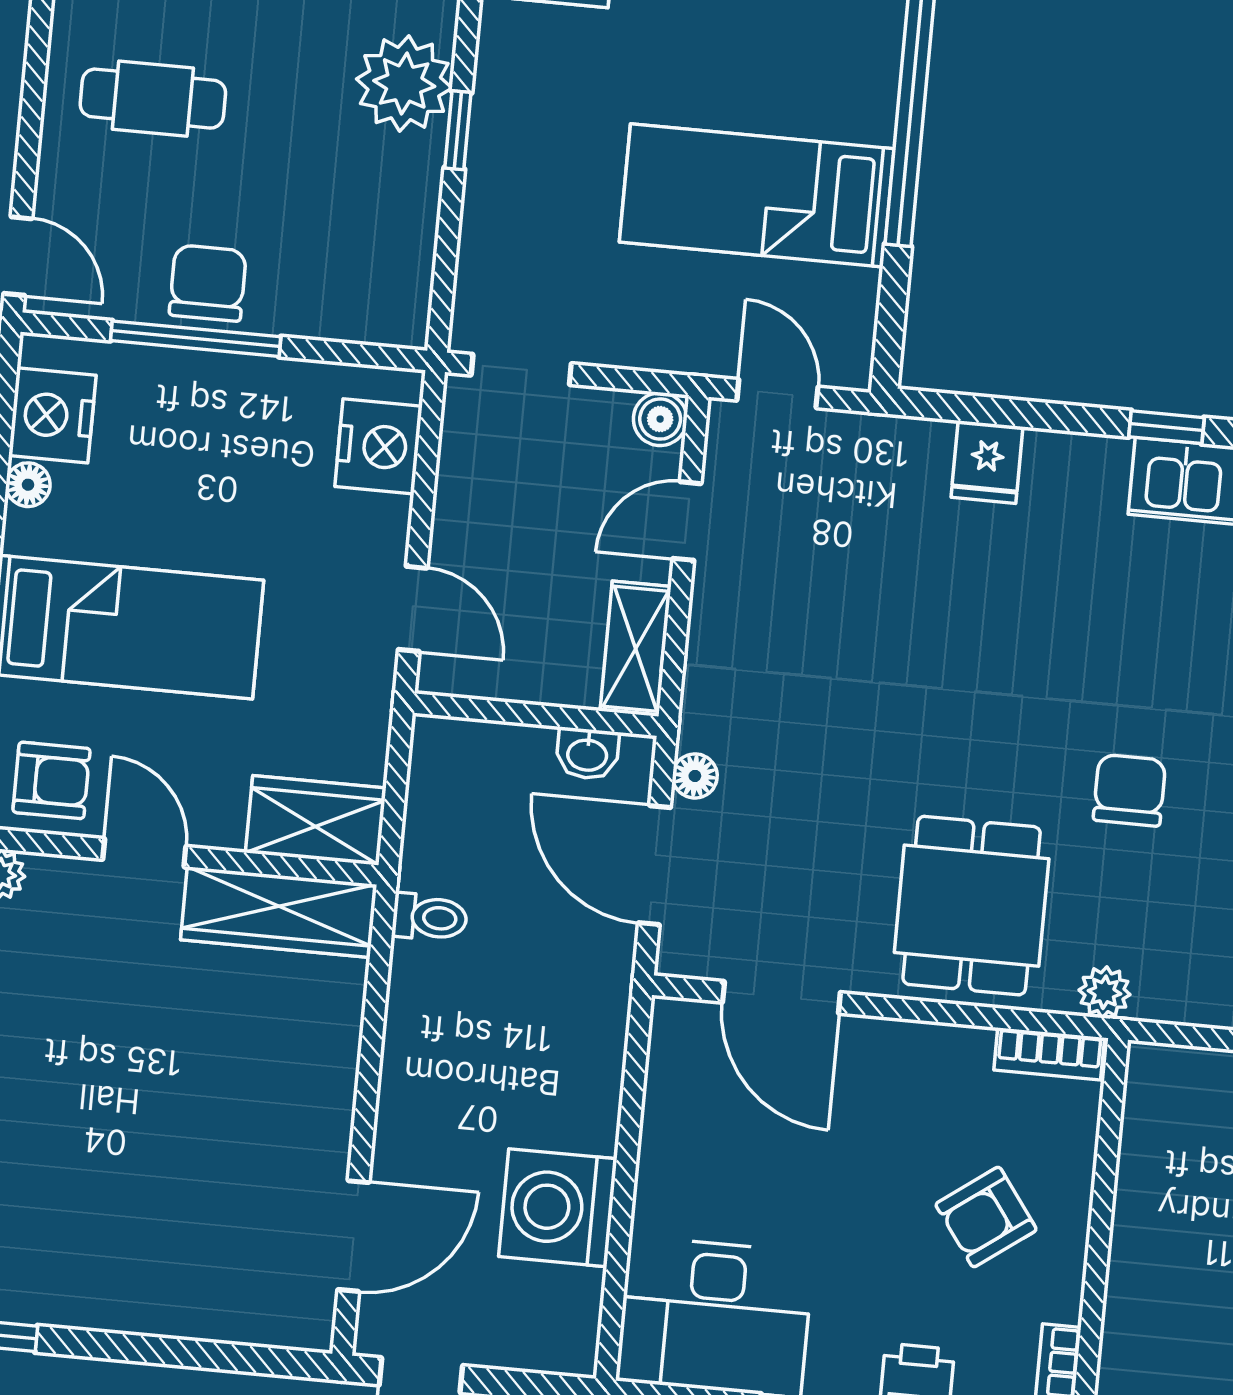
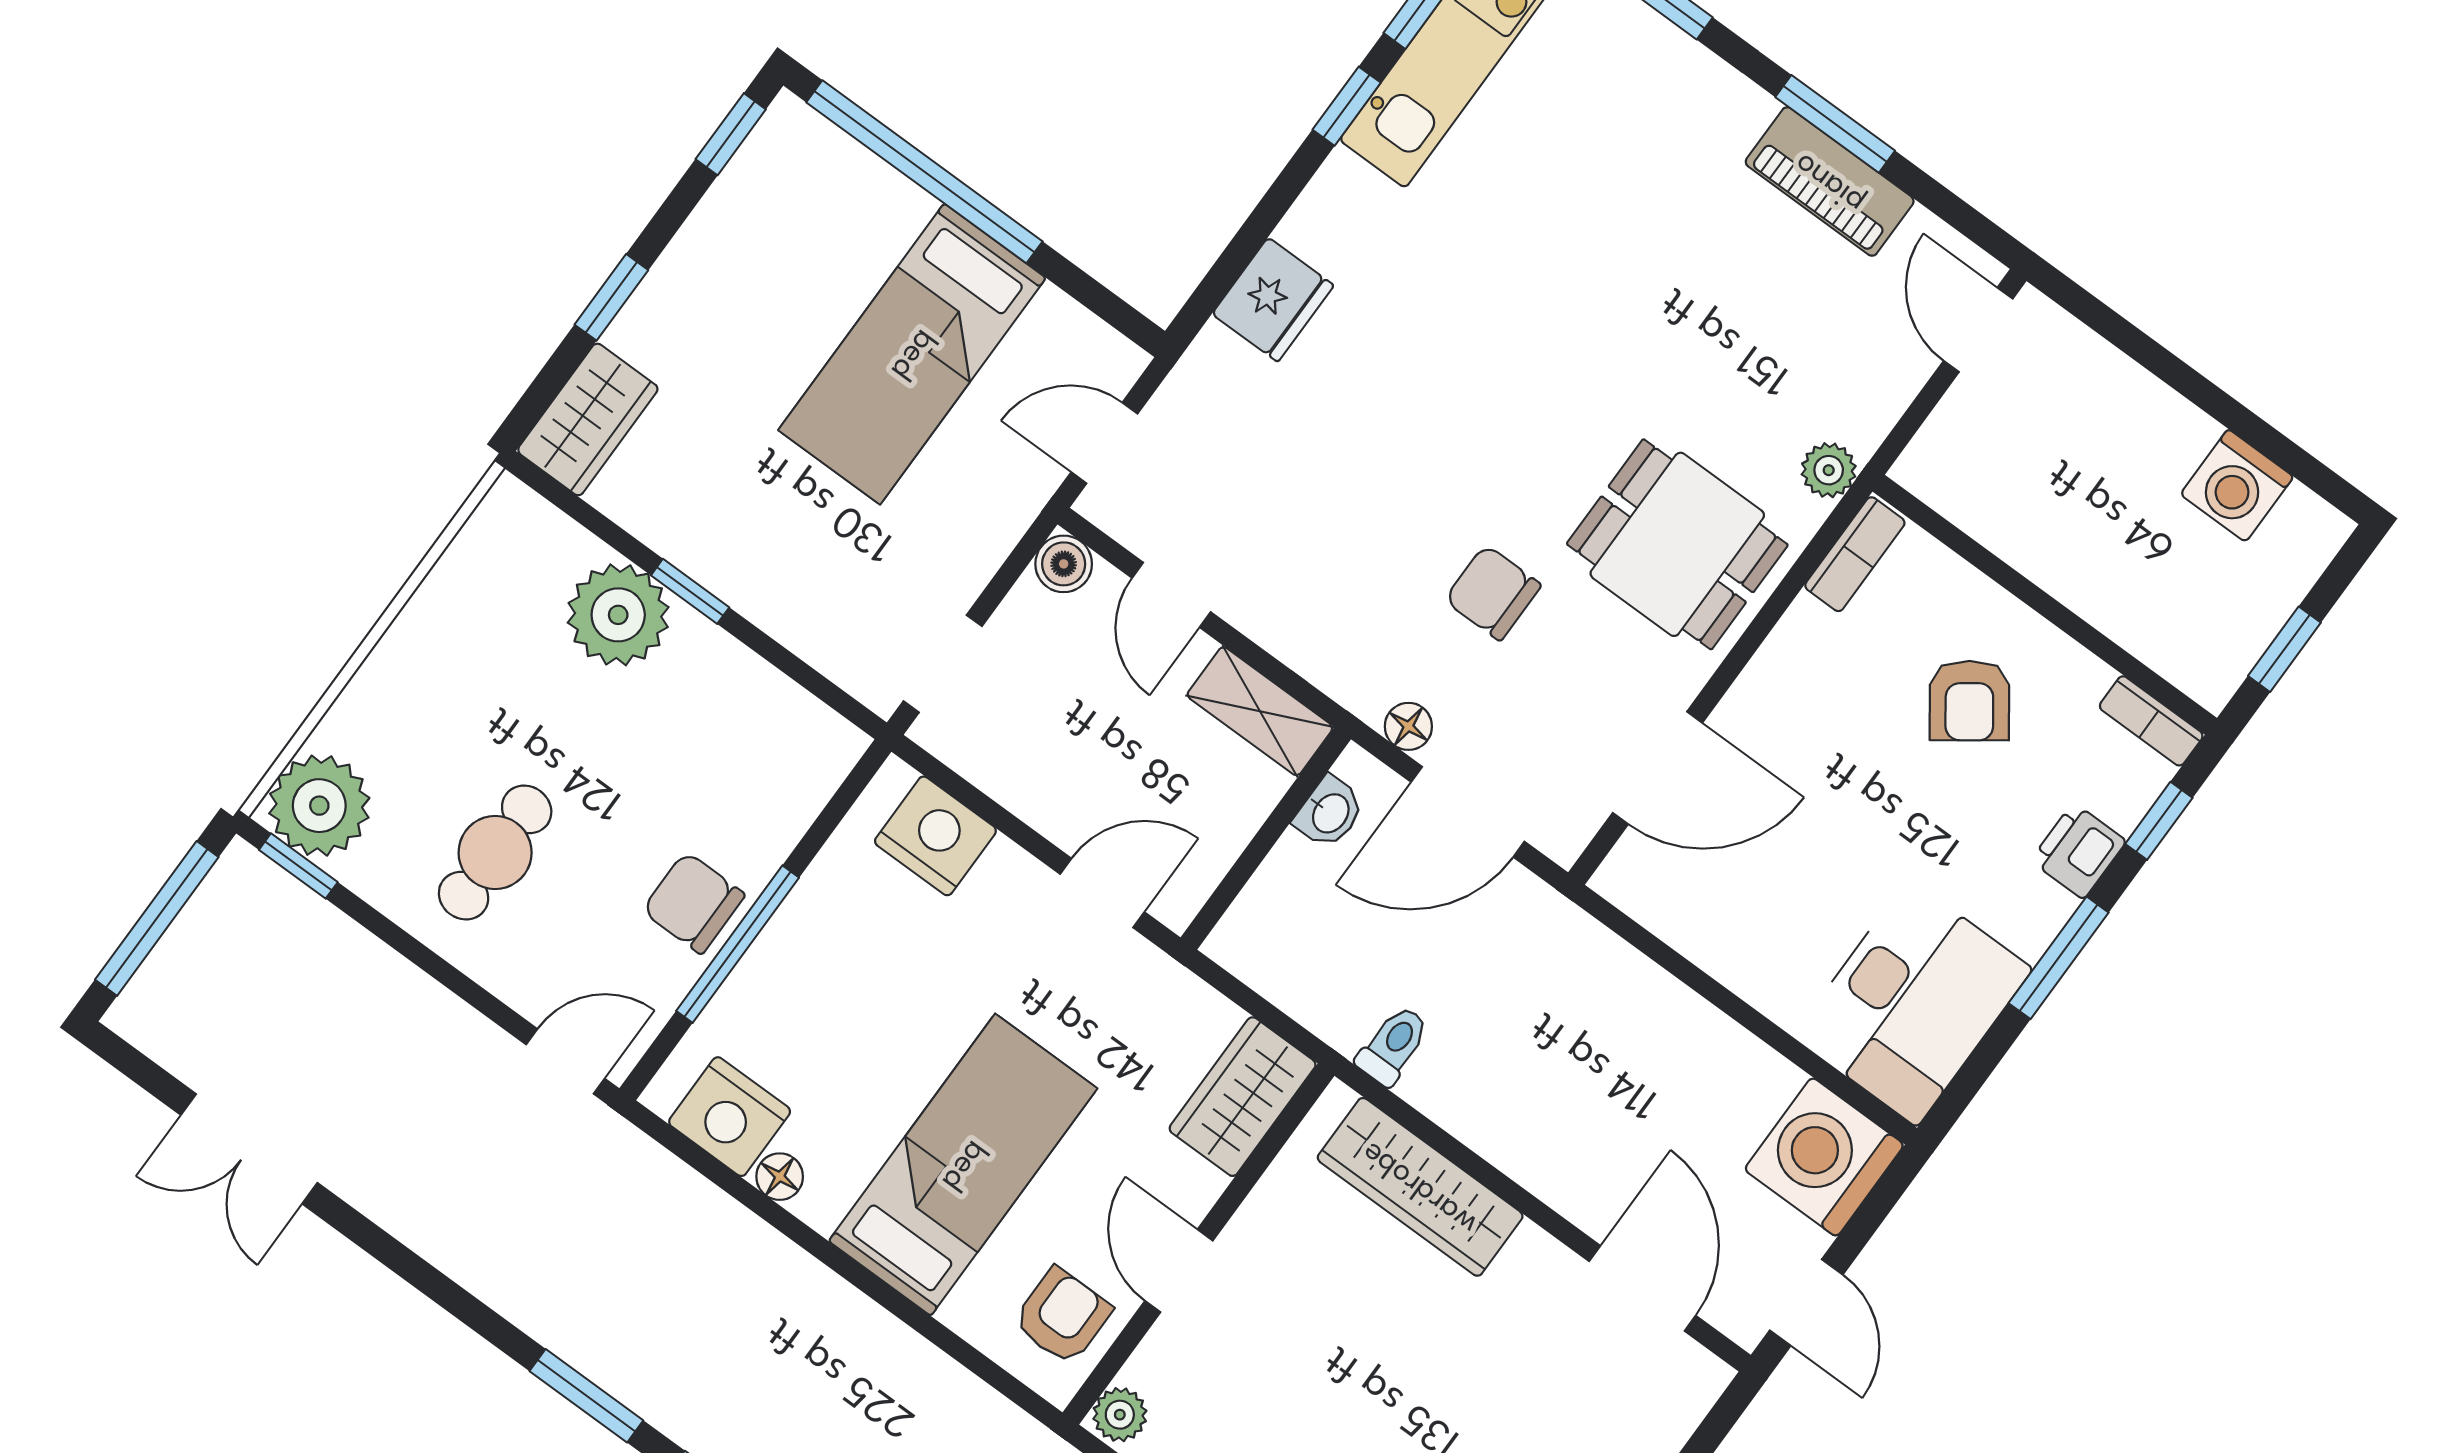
fridge: (987, 462) -> (1273, 300), width x1.38
chair: (1129, 790) -> (1493, 593), moved
door: (144, 853) -> (1179, 1271), hinge flipped
wardrobe: (279, 912) -> (1420, 1187), moved, turned 90
washing machine: (558, 1208) -> (1824, 1157), moved, turned 90

